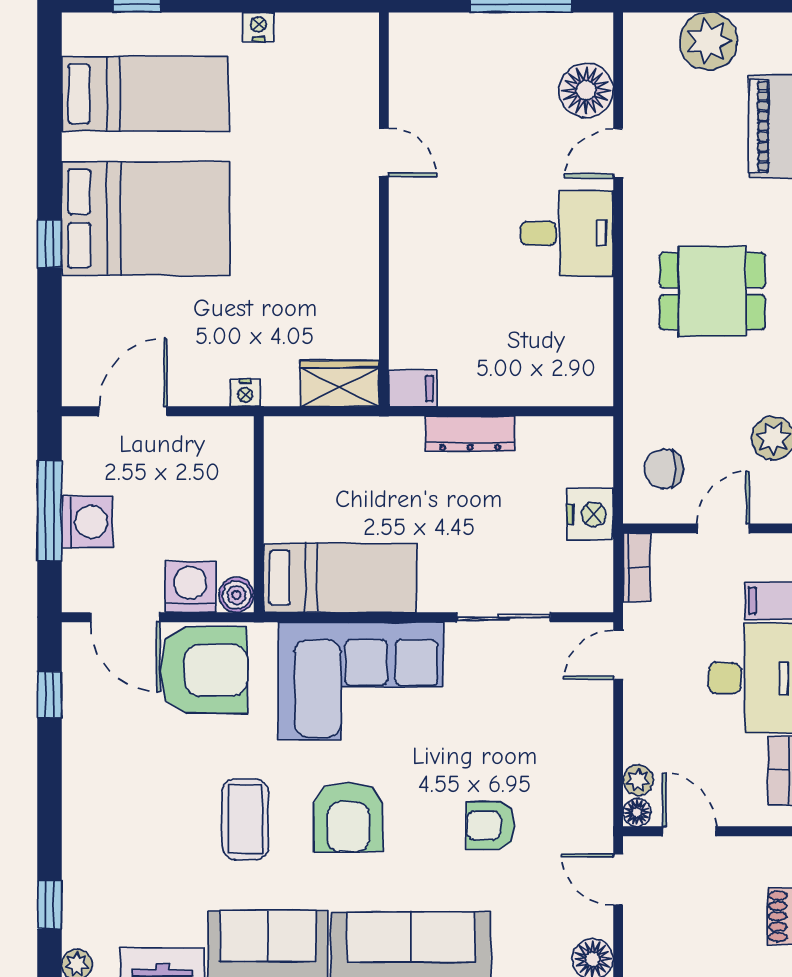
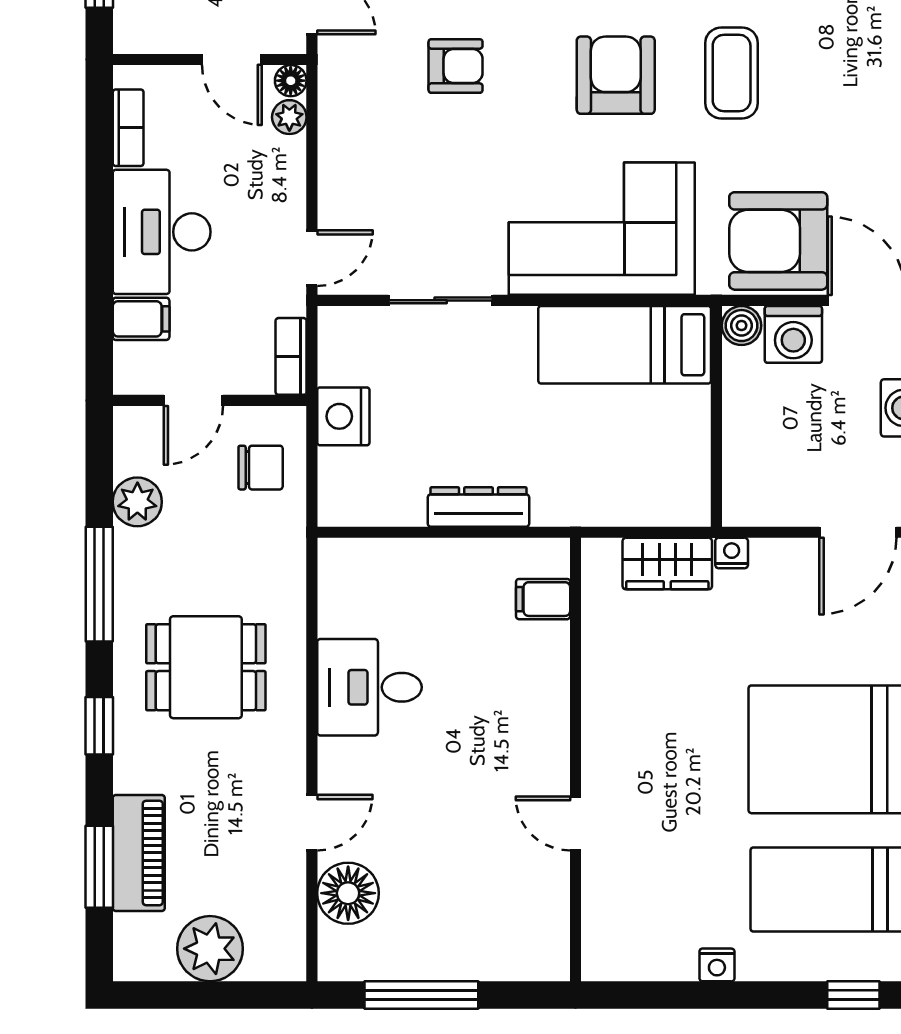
desk: (567, 233) -> (369, 687), moved
wardrobe: (339, 383) -> (667, 564), moved
filing cabinet: (413, 388) -> (543, 599), moved

